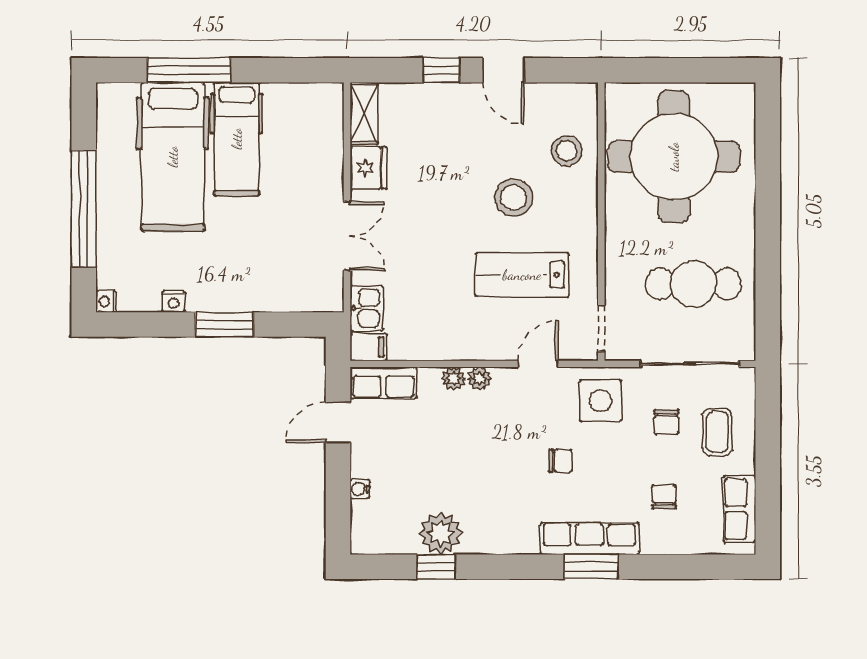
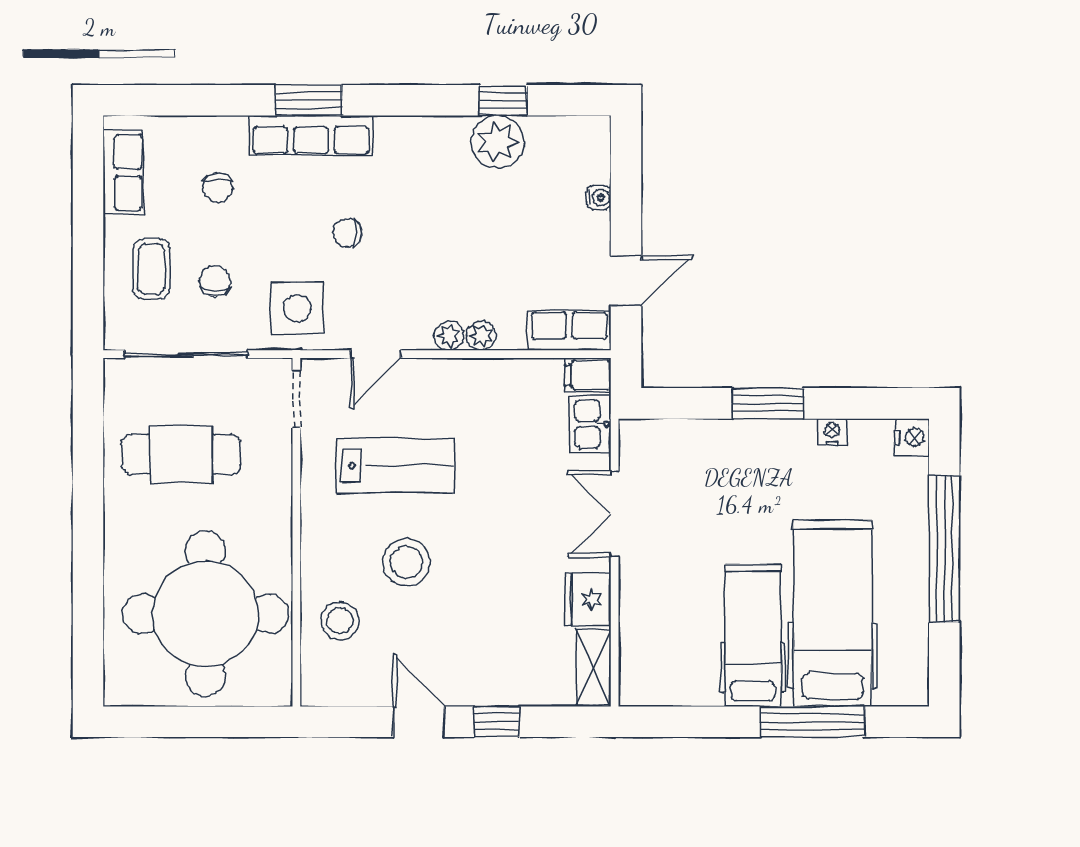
nightstand: (106, 302) -> (912, 437), width x1.39, depth x1.35

